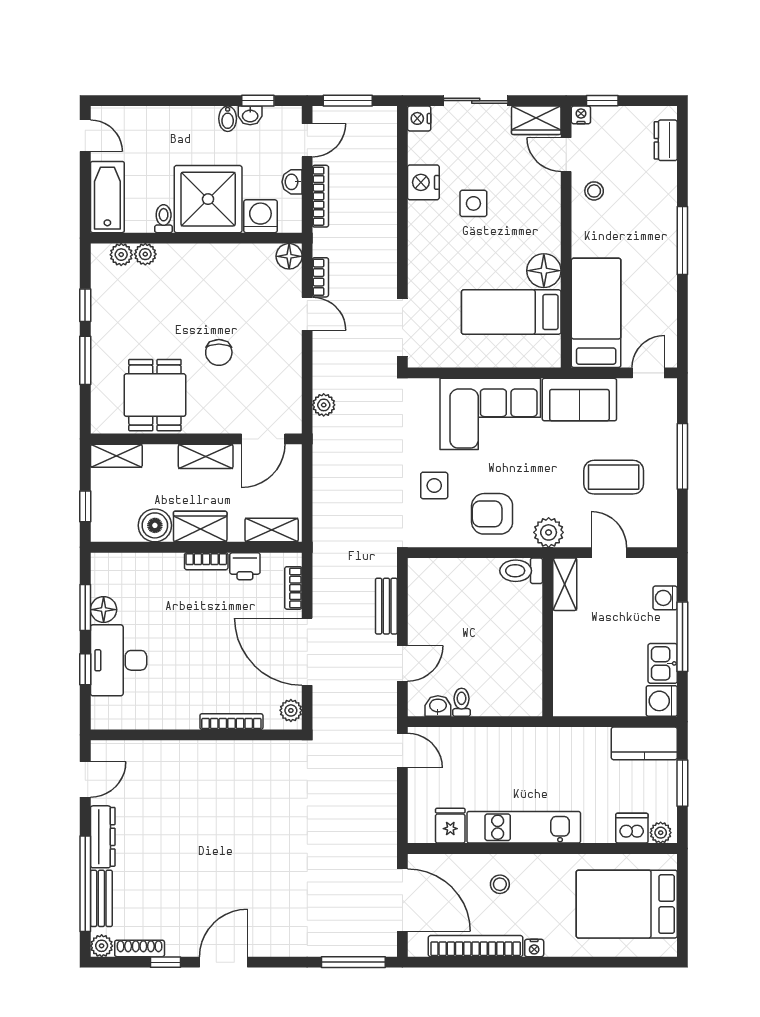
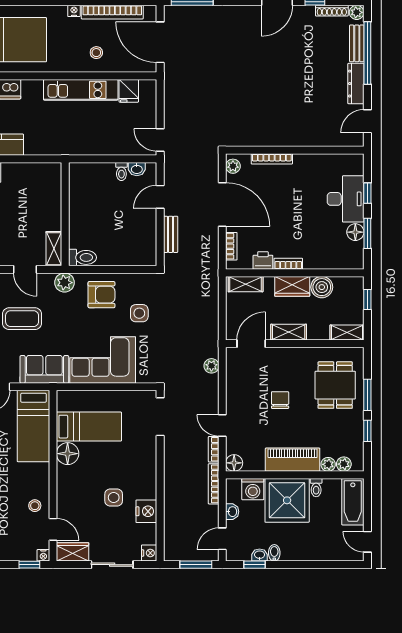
bookcase: (320, 196) -> (214, 484), moved
piano: (200, 261) -> (293, 460), added
dining table: (155, 395) -> (335, 385), moved

